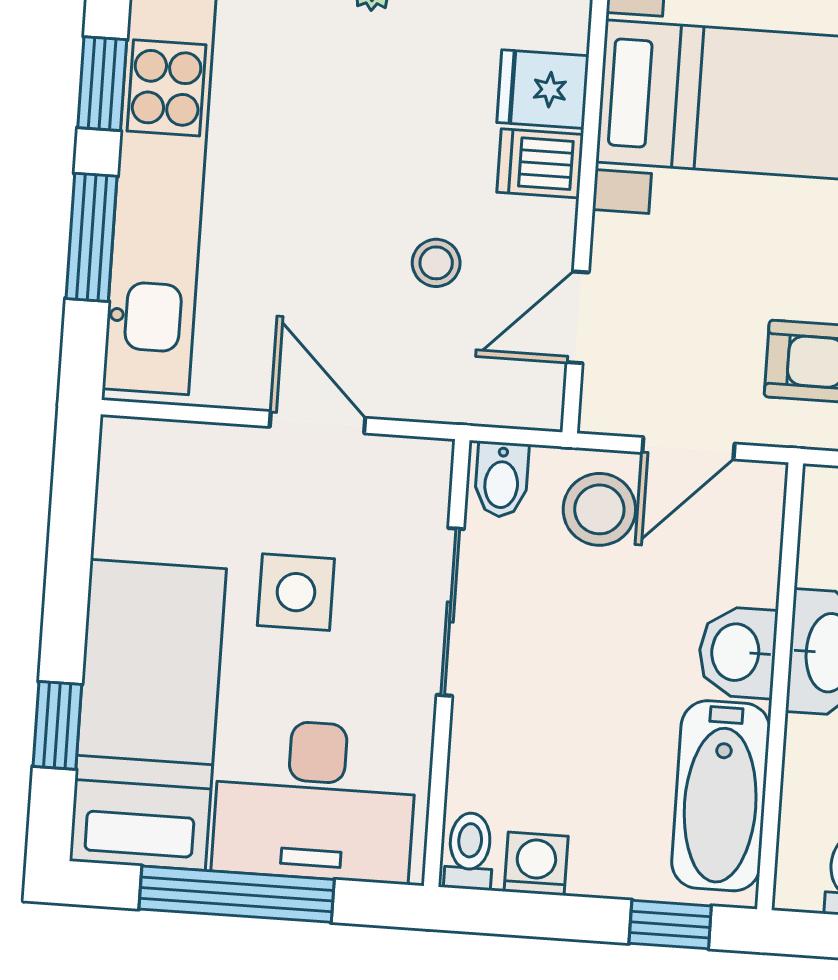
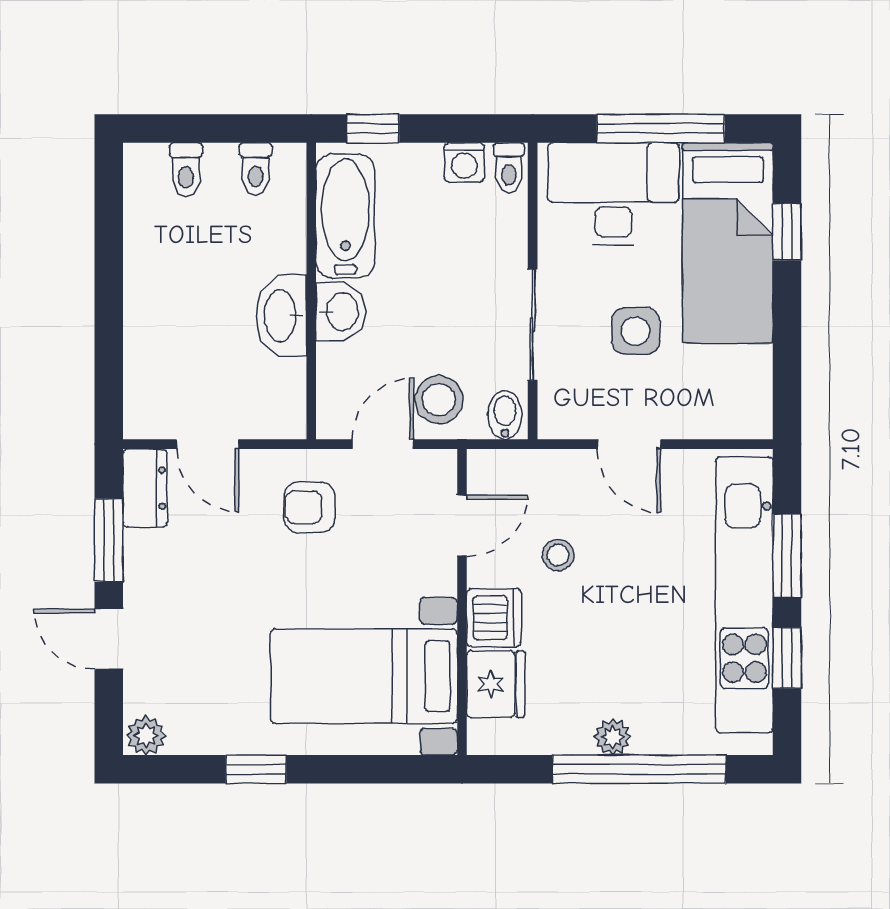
fridge: (543, 89) -> (496, 684), width x1.38
dishwasher: (540, 163) -> (494, 618), width x1.38

